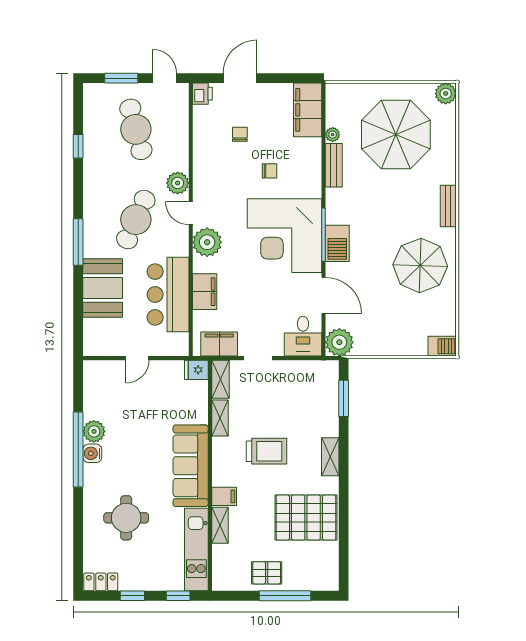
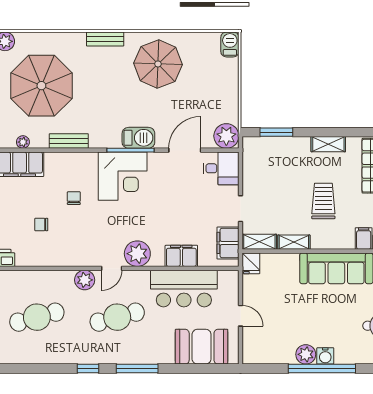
plant: (333, 135) -> (23, 142), moved
window: (78, 146) -> (88, 368), moved
cafe table: (136, 220) -> (117, 317), turned -39
corner desk: (285, 236) -> (123, 176), width x0.74, depth x0.74
booth: (103, 288) -> (202, 347), moved

